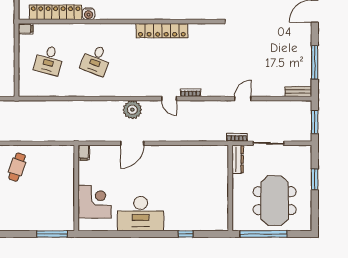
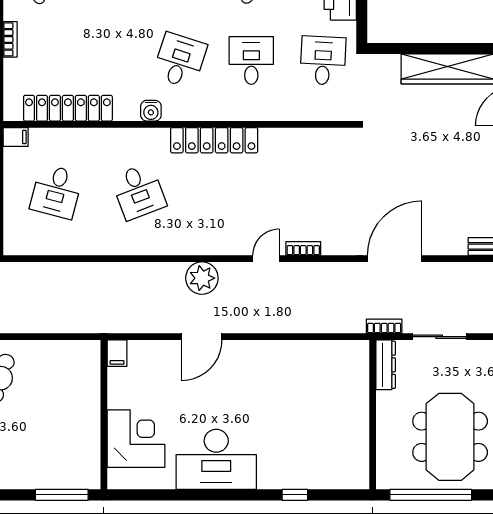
water cooler: (89, 14) -> (151, 111), moved
locker: (162, 31) -> (214, 140), moved
desk: (96, 60) -> (139, 191), turned -42
door: (169, 99) -> (266, 259), swing flipped
door: (243, 99) -> (395, 259), width x1.88

